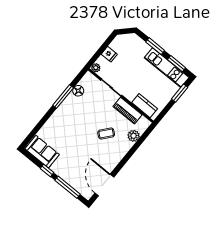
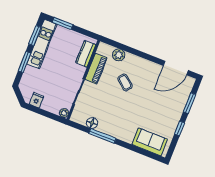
fridge: (109, 54) -> (36, 100), moved
sofa: (42, 152) -> (150, 142), moved, turned 90
window: (68, 187) -> (189, 103), width x0.69

